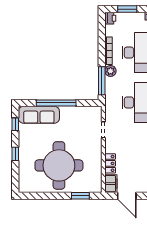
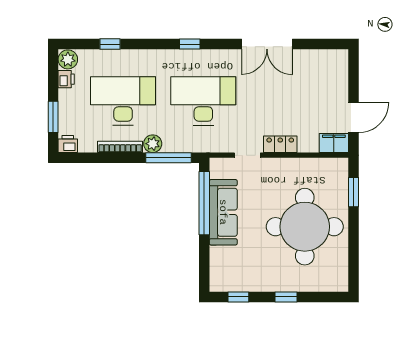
window: (56, 103) -> (204, 203), moved
sofa: (39, 115) -> (223, 212), moved
locker: (110, 163) -> (280, 144), moved

